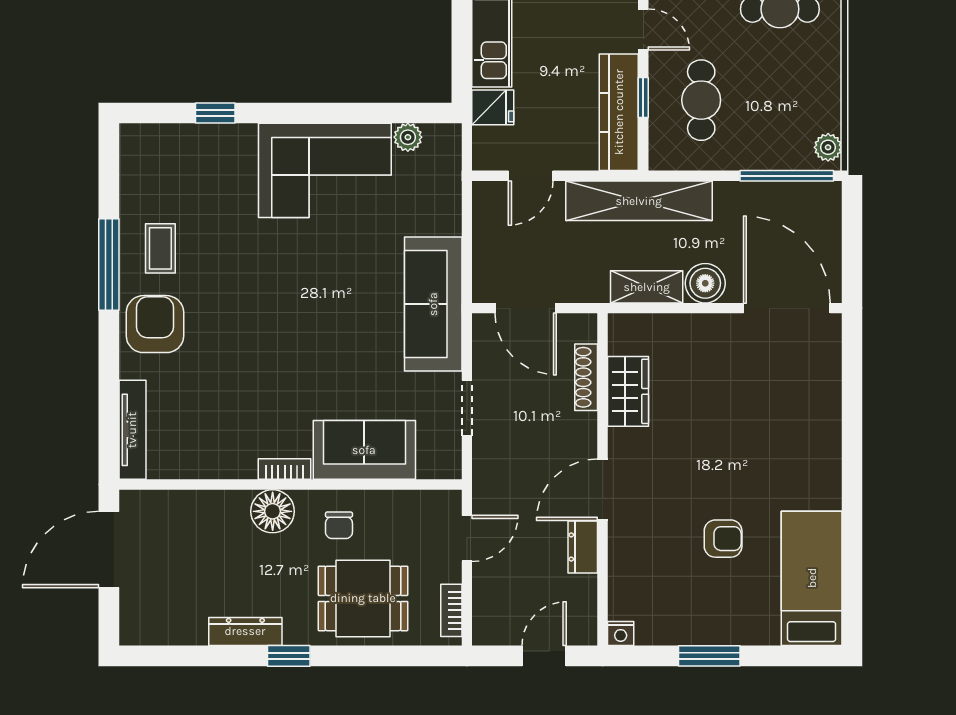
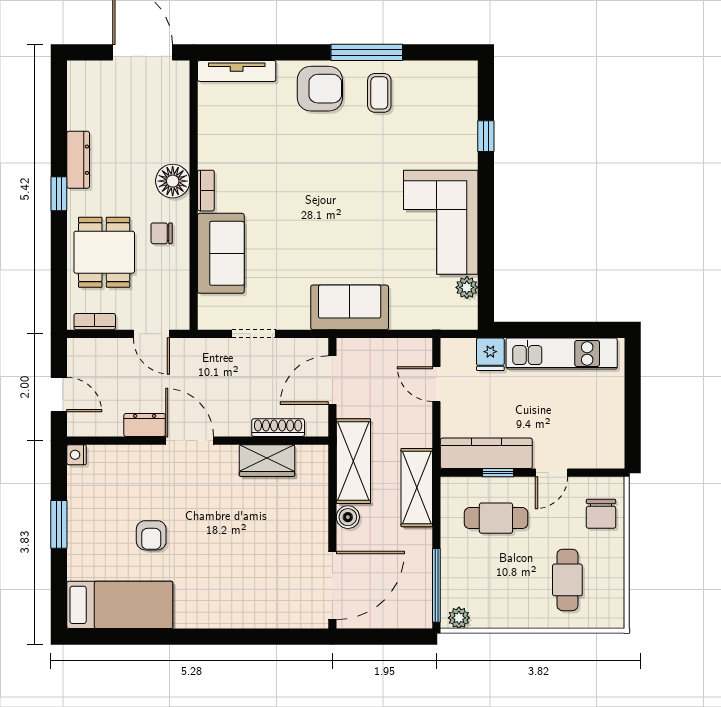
shelving: (639, 201) -> (417, 488), width x0.68
coffee table: (160, 248) -> (379, 93), turned 90
boiler: (705, 283) -> (348, 517), width x0.73, depth x0.73
shelving: (647, 287) -> (353, 461), width x1.50, depth x1.33
sofa: (433, 304) -> (350, 307), width x0.73

